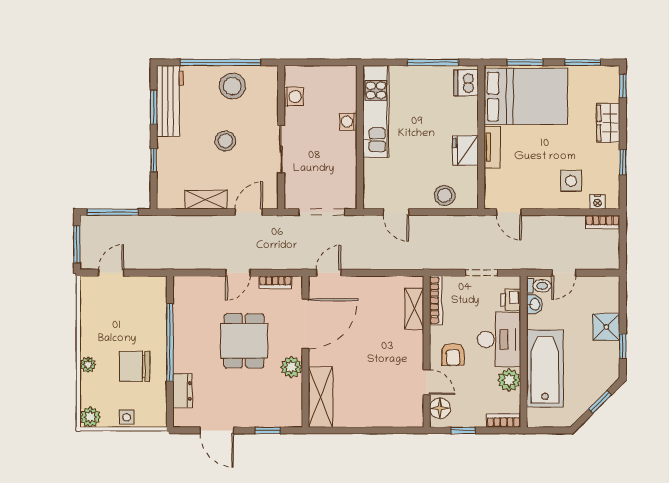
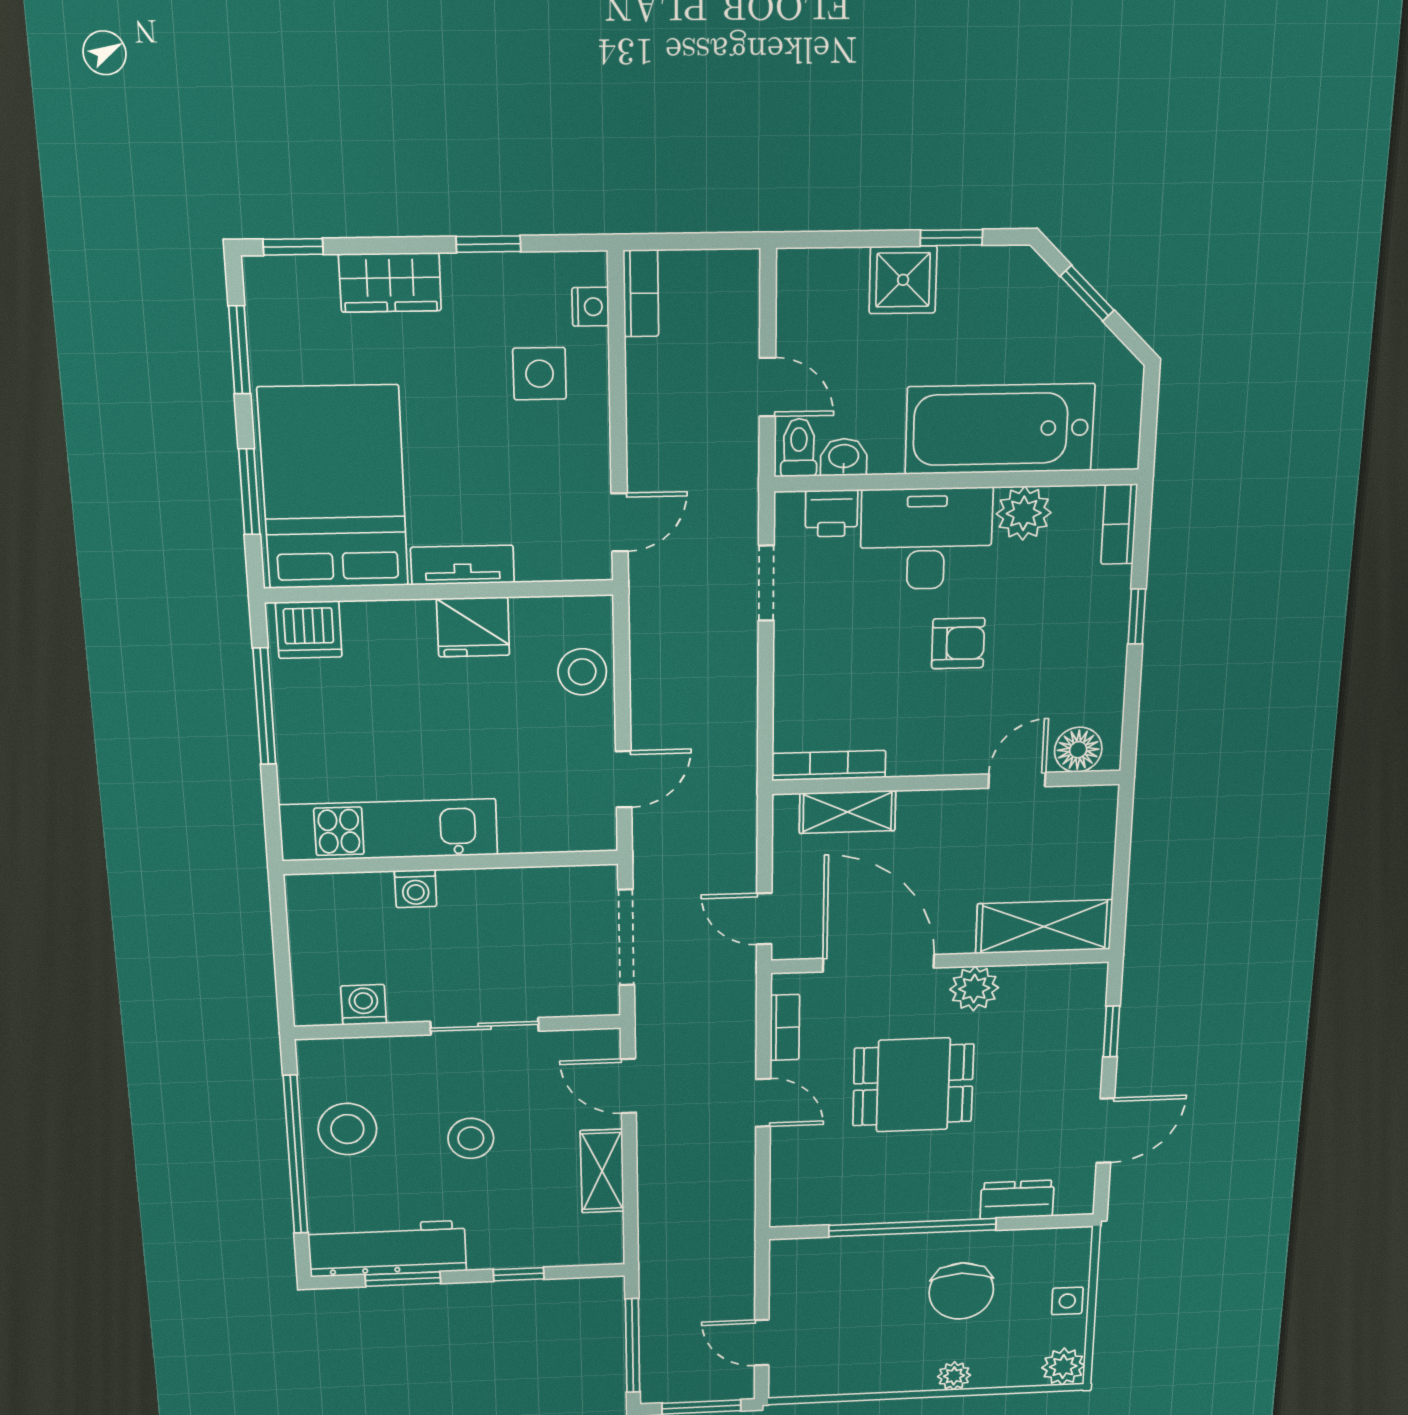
bookcase: (436, 300) -> (829, 766), moved
shelving: (414, 309) -> (848, 812), moved
wall: (427, 352) -> (947, 782), moved
door: (427, 382) -> (1017, 780), moved
floor lamp: (440, 408) -> (1078, 750), moved

